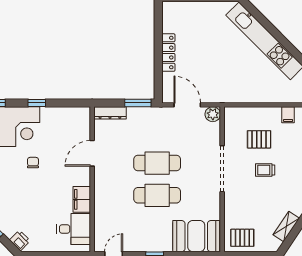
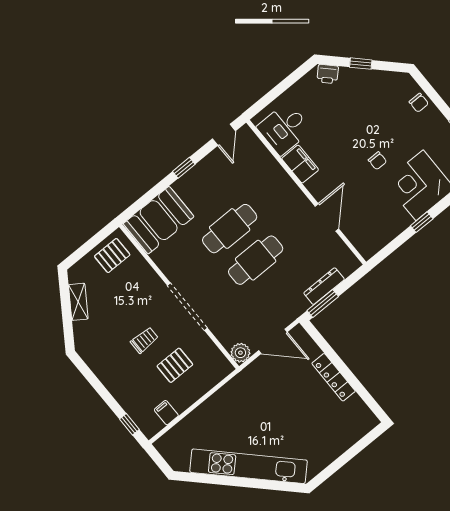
dresser: (110, 113) -> (324, 286), moved

